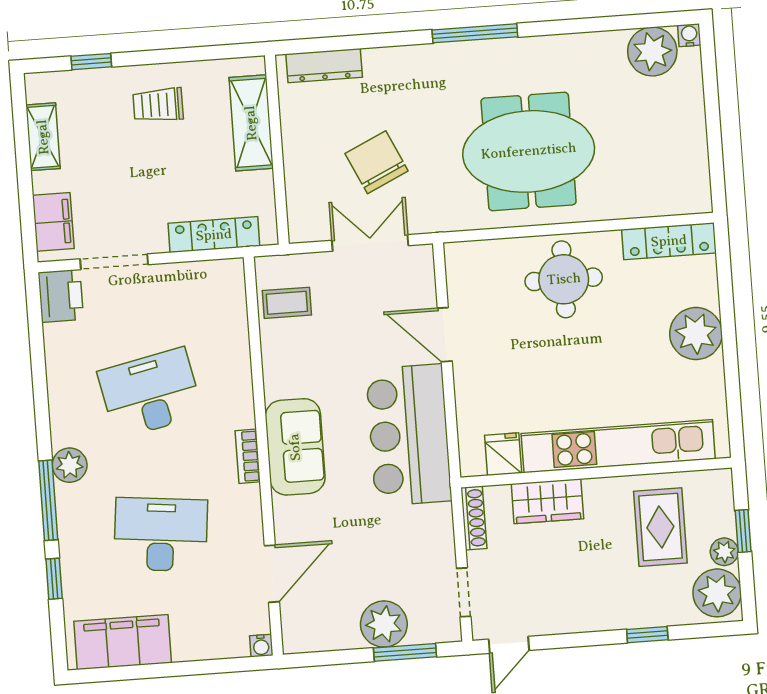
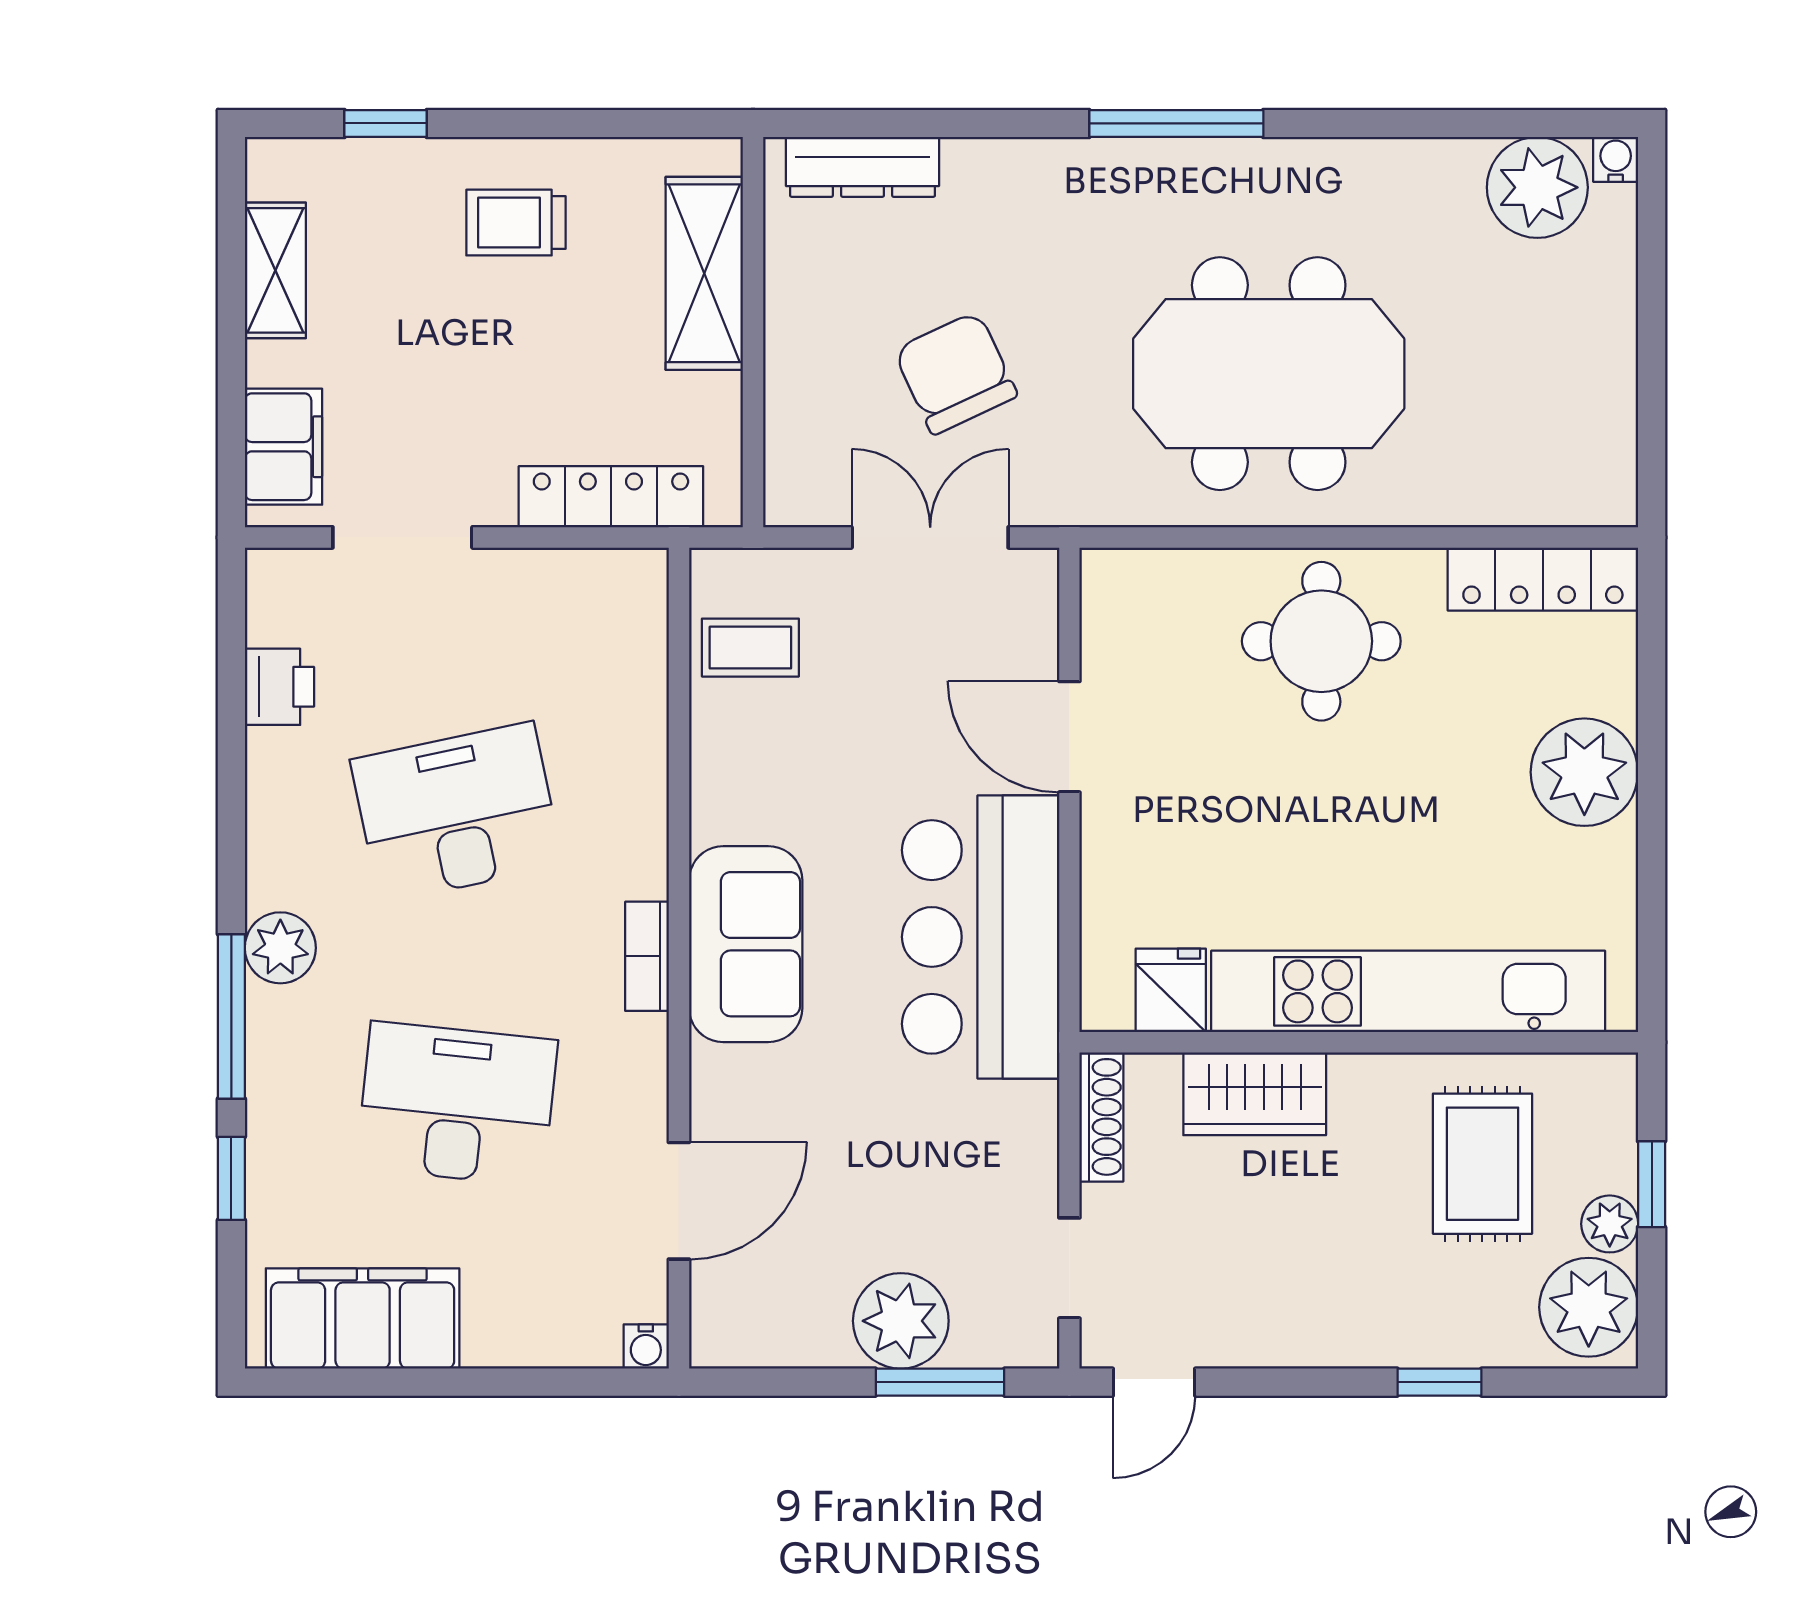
printer: (61, 296) -> (279, 687), moved, width x0.73, depth x0.81

